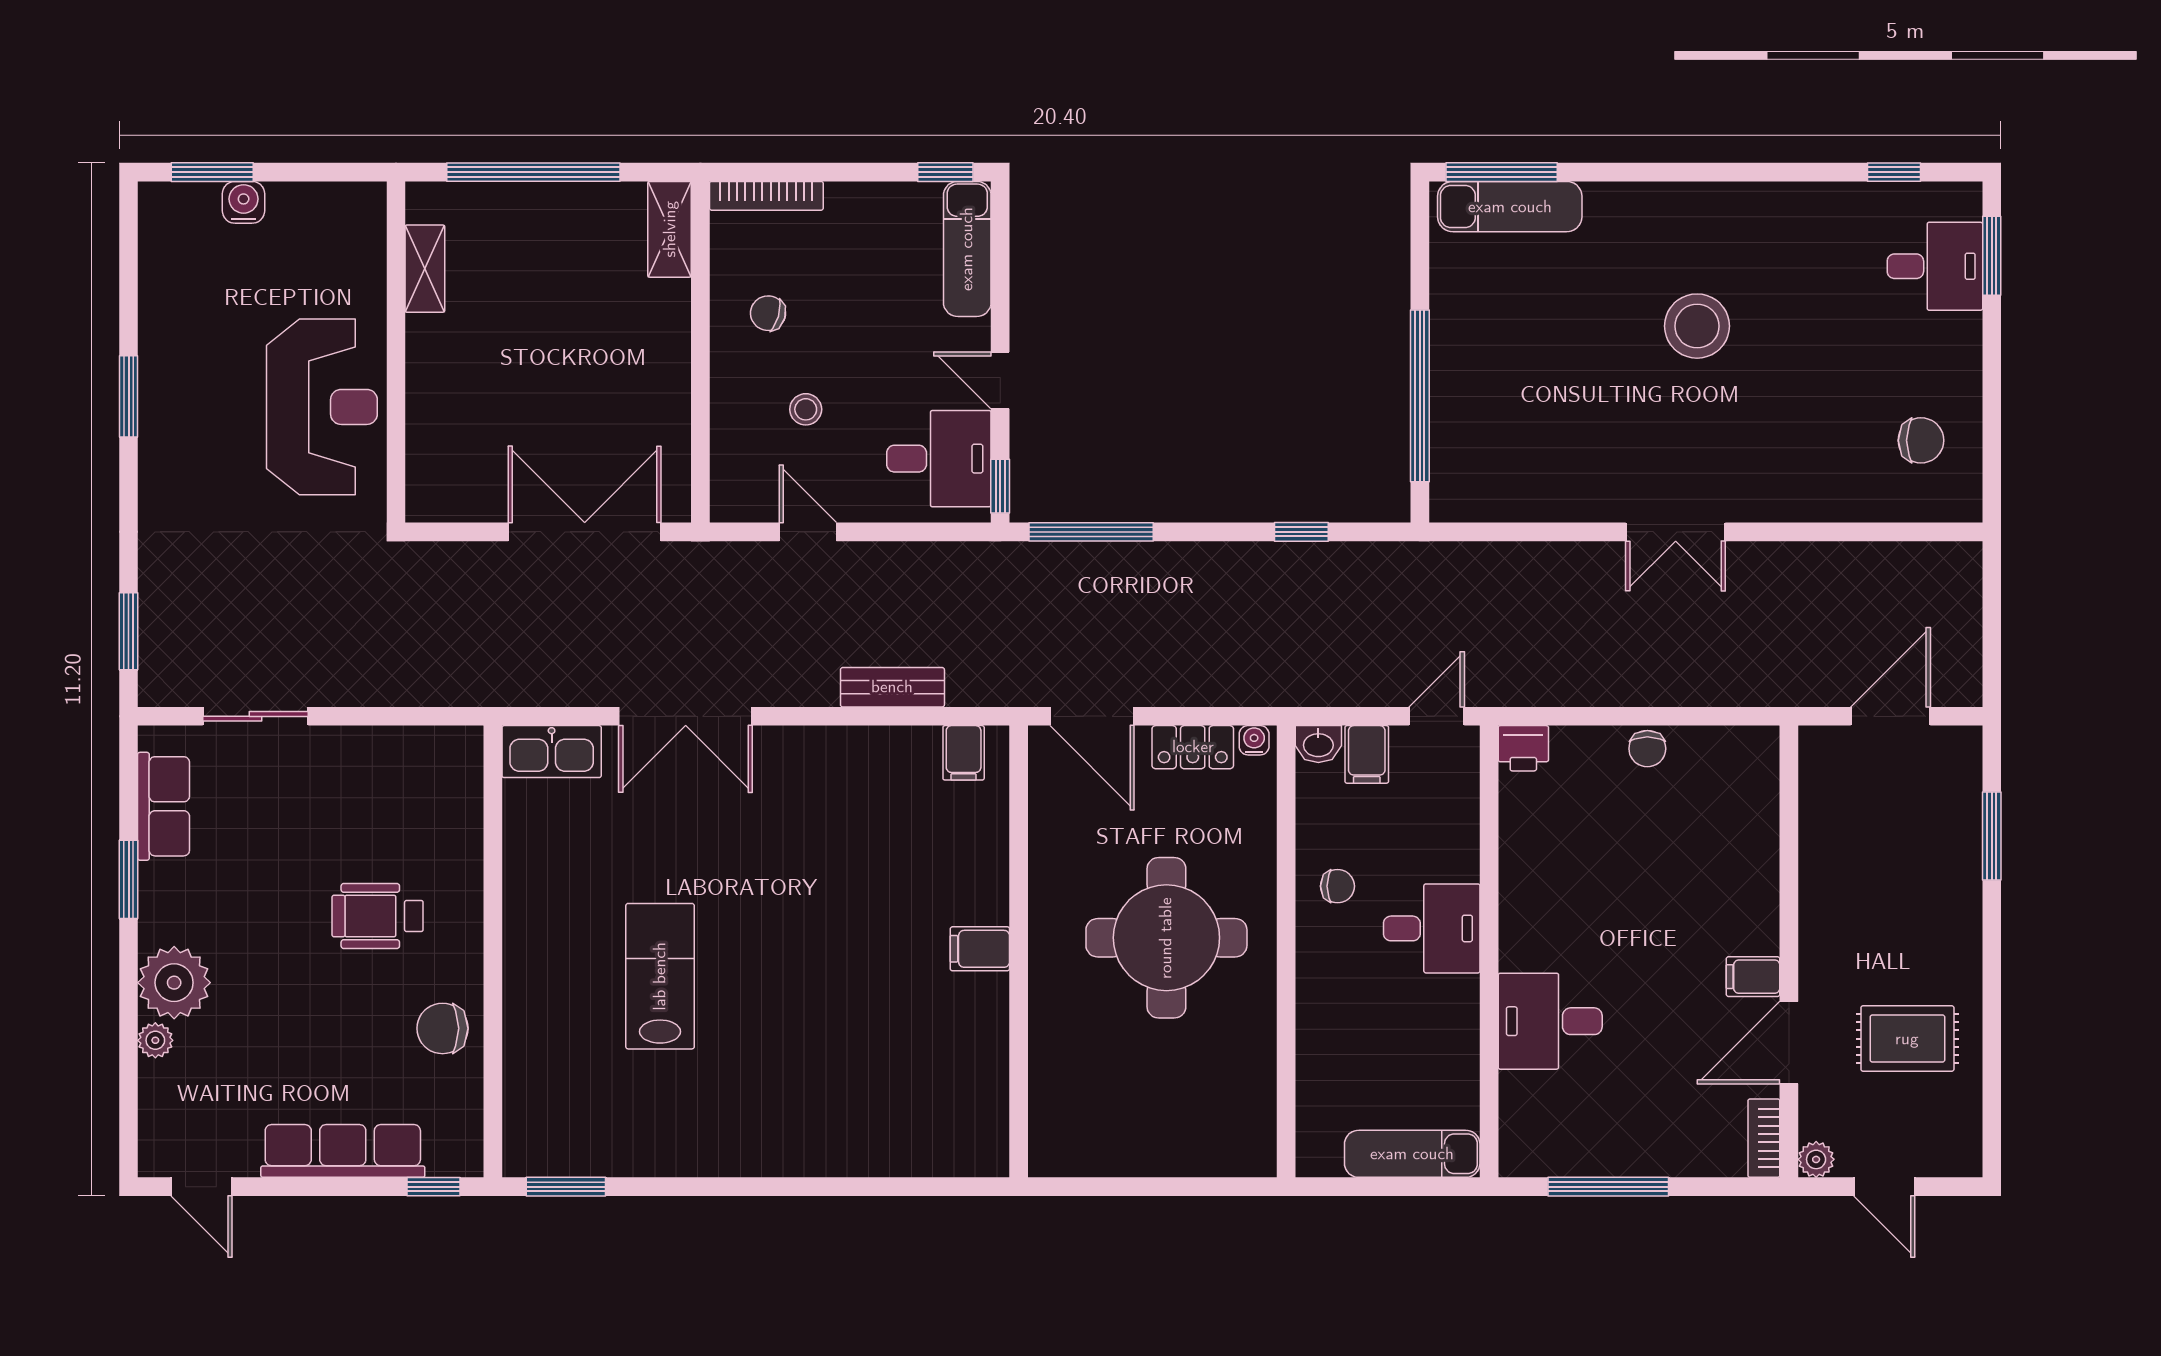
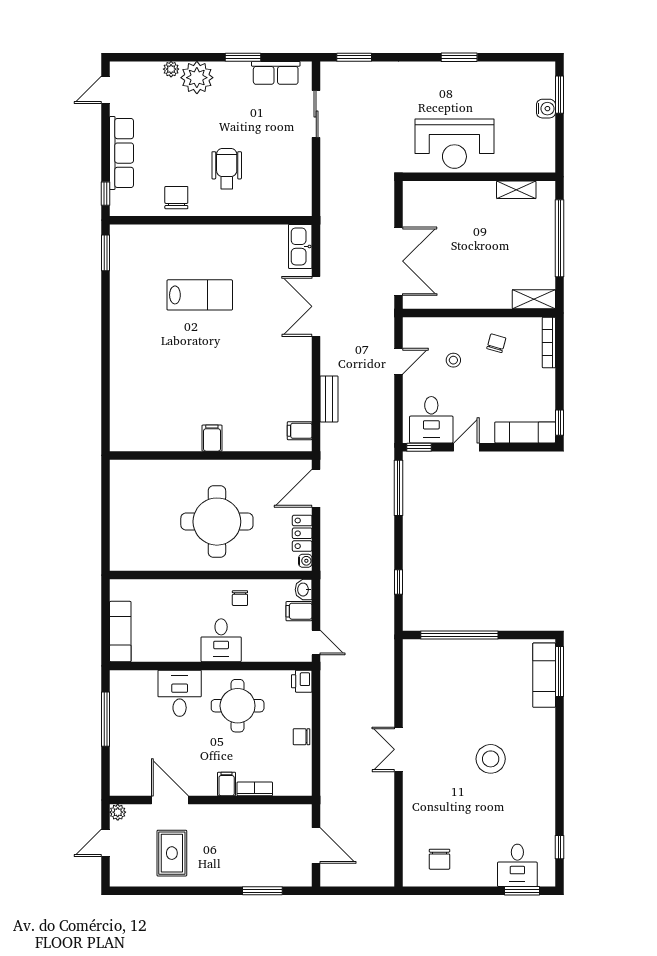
round table: (1578, 892) -> (238, 706), added
filing cabinet: (1753, 977) -> (227, 784), moved
bookcase: (1764, 1138) -> (255, 789), moved

